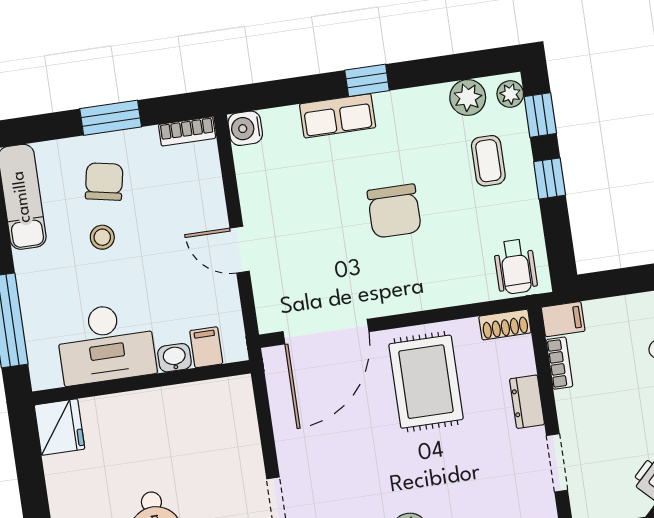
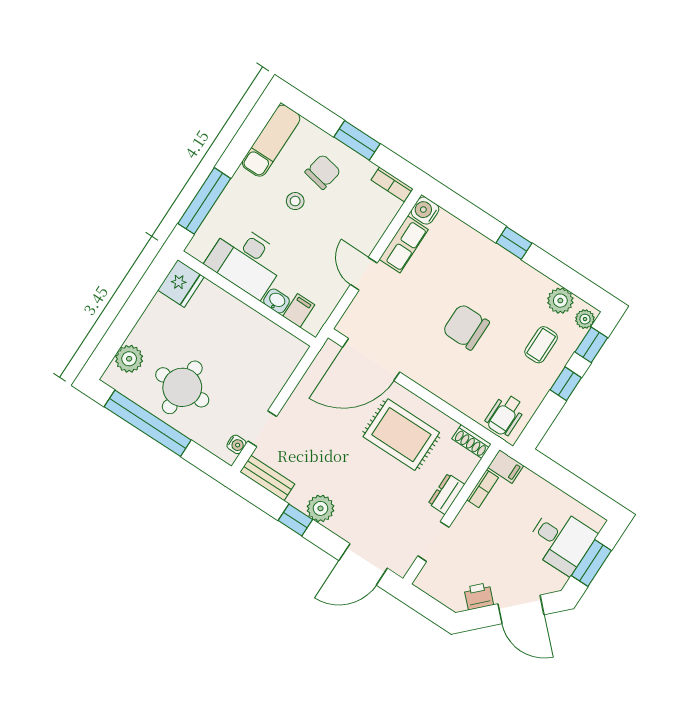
row of seats: (338, 116) -> (404, 244), moved, turned -90
chair: (394, 211) -> (466, 327), turned 90
rug: (426, 382) -> (401, 435), turned 90

